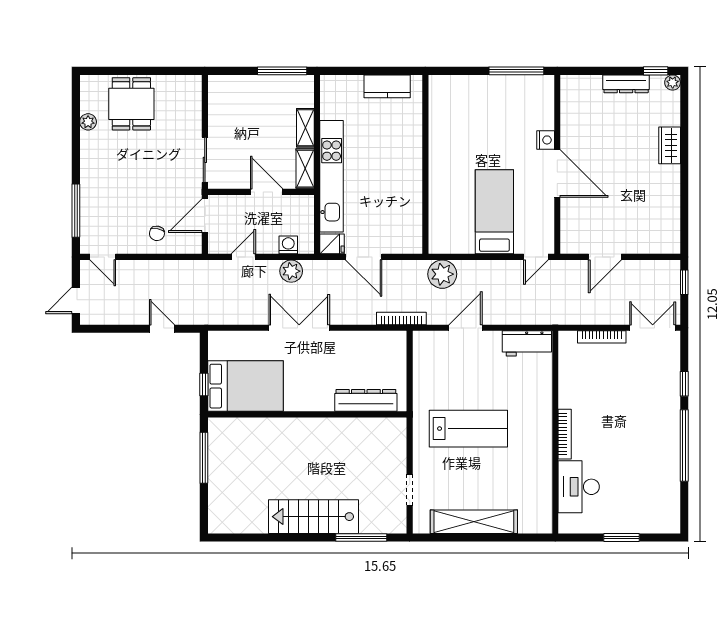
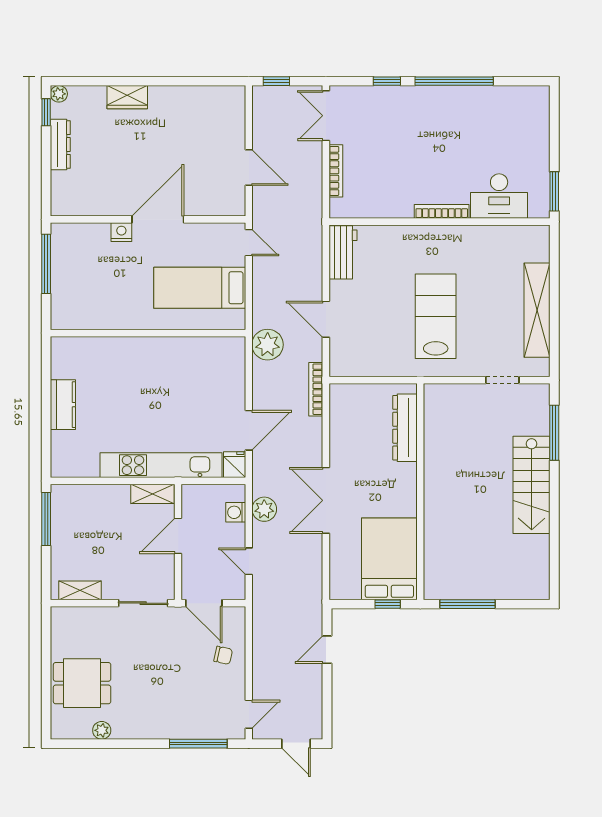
shelving: (305, 128) -> (80, 590), moved
wall: (425, 164) -> (148, 333), moved
window: (621, 537) -> (554, 191), moved

